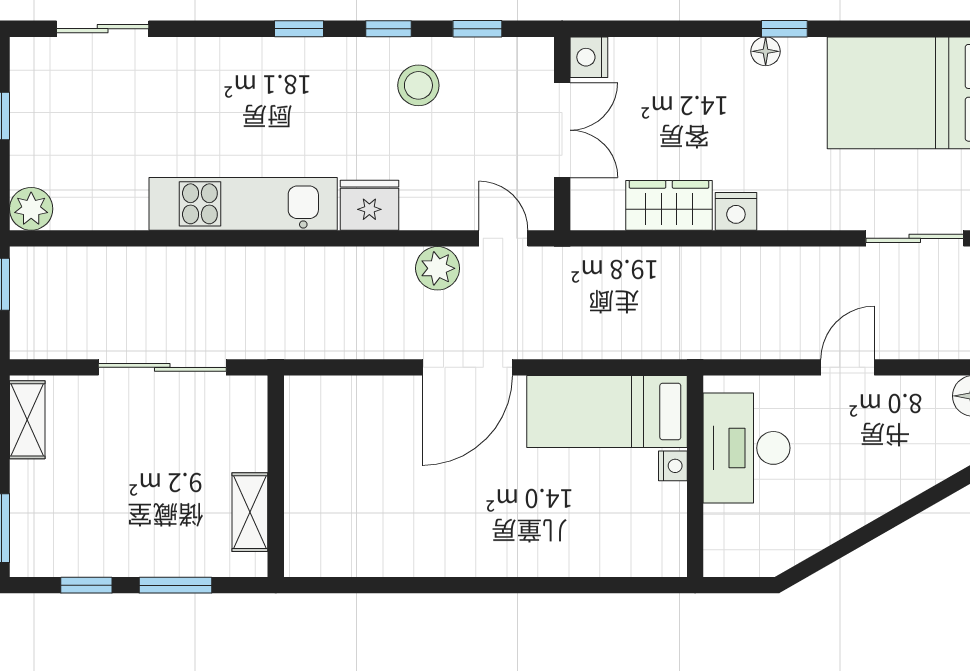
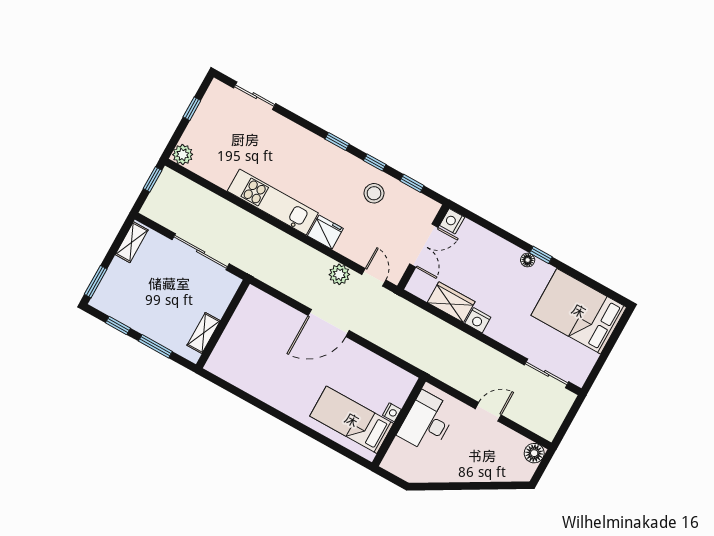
bed: (607, 412) -> (352, 420), moved

